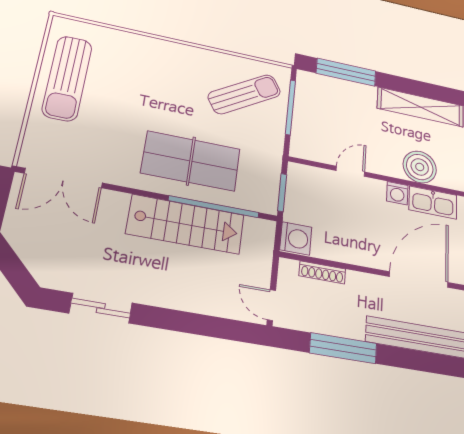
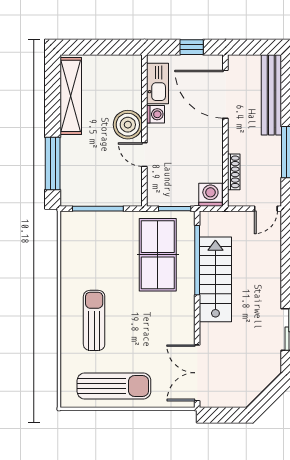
sun lounger: (244, 94) -> (94, 320), moved, turned 32
table tennis table: (191, 161) -> (158, 255), moved
boiler: (420, 167) -> (128, 125), moved
double door: (64, 178) -> (197, 373), swing flipped

